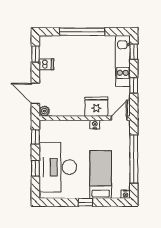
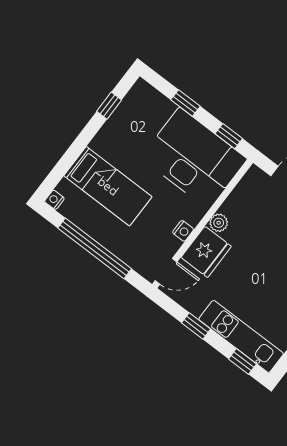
plant: (44, 111) -> (219, 223), moved
door: (119, 118) -> (166, 271), hinge flipped
desk: (58, 167) -> (194, 158), moved
window: (85, 202) -> (109, 106), moved

